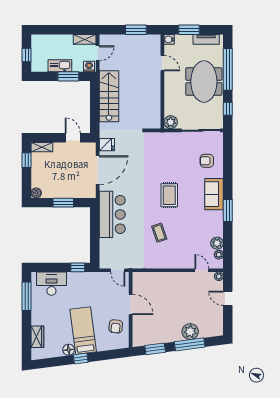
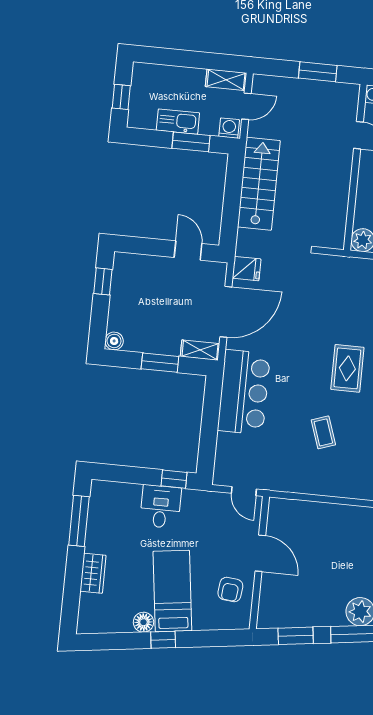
shelving: (42, 147) -> (200, 350), moved
desk: (51, 284) -> (161, 507), moved, width x0.73
wardrobe: (37, 337) -> (93, 573), moved

